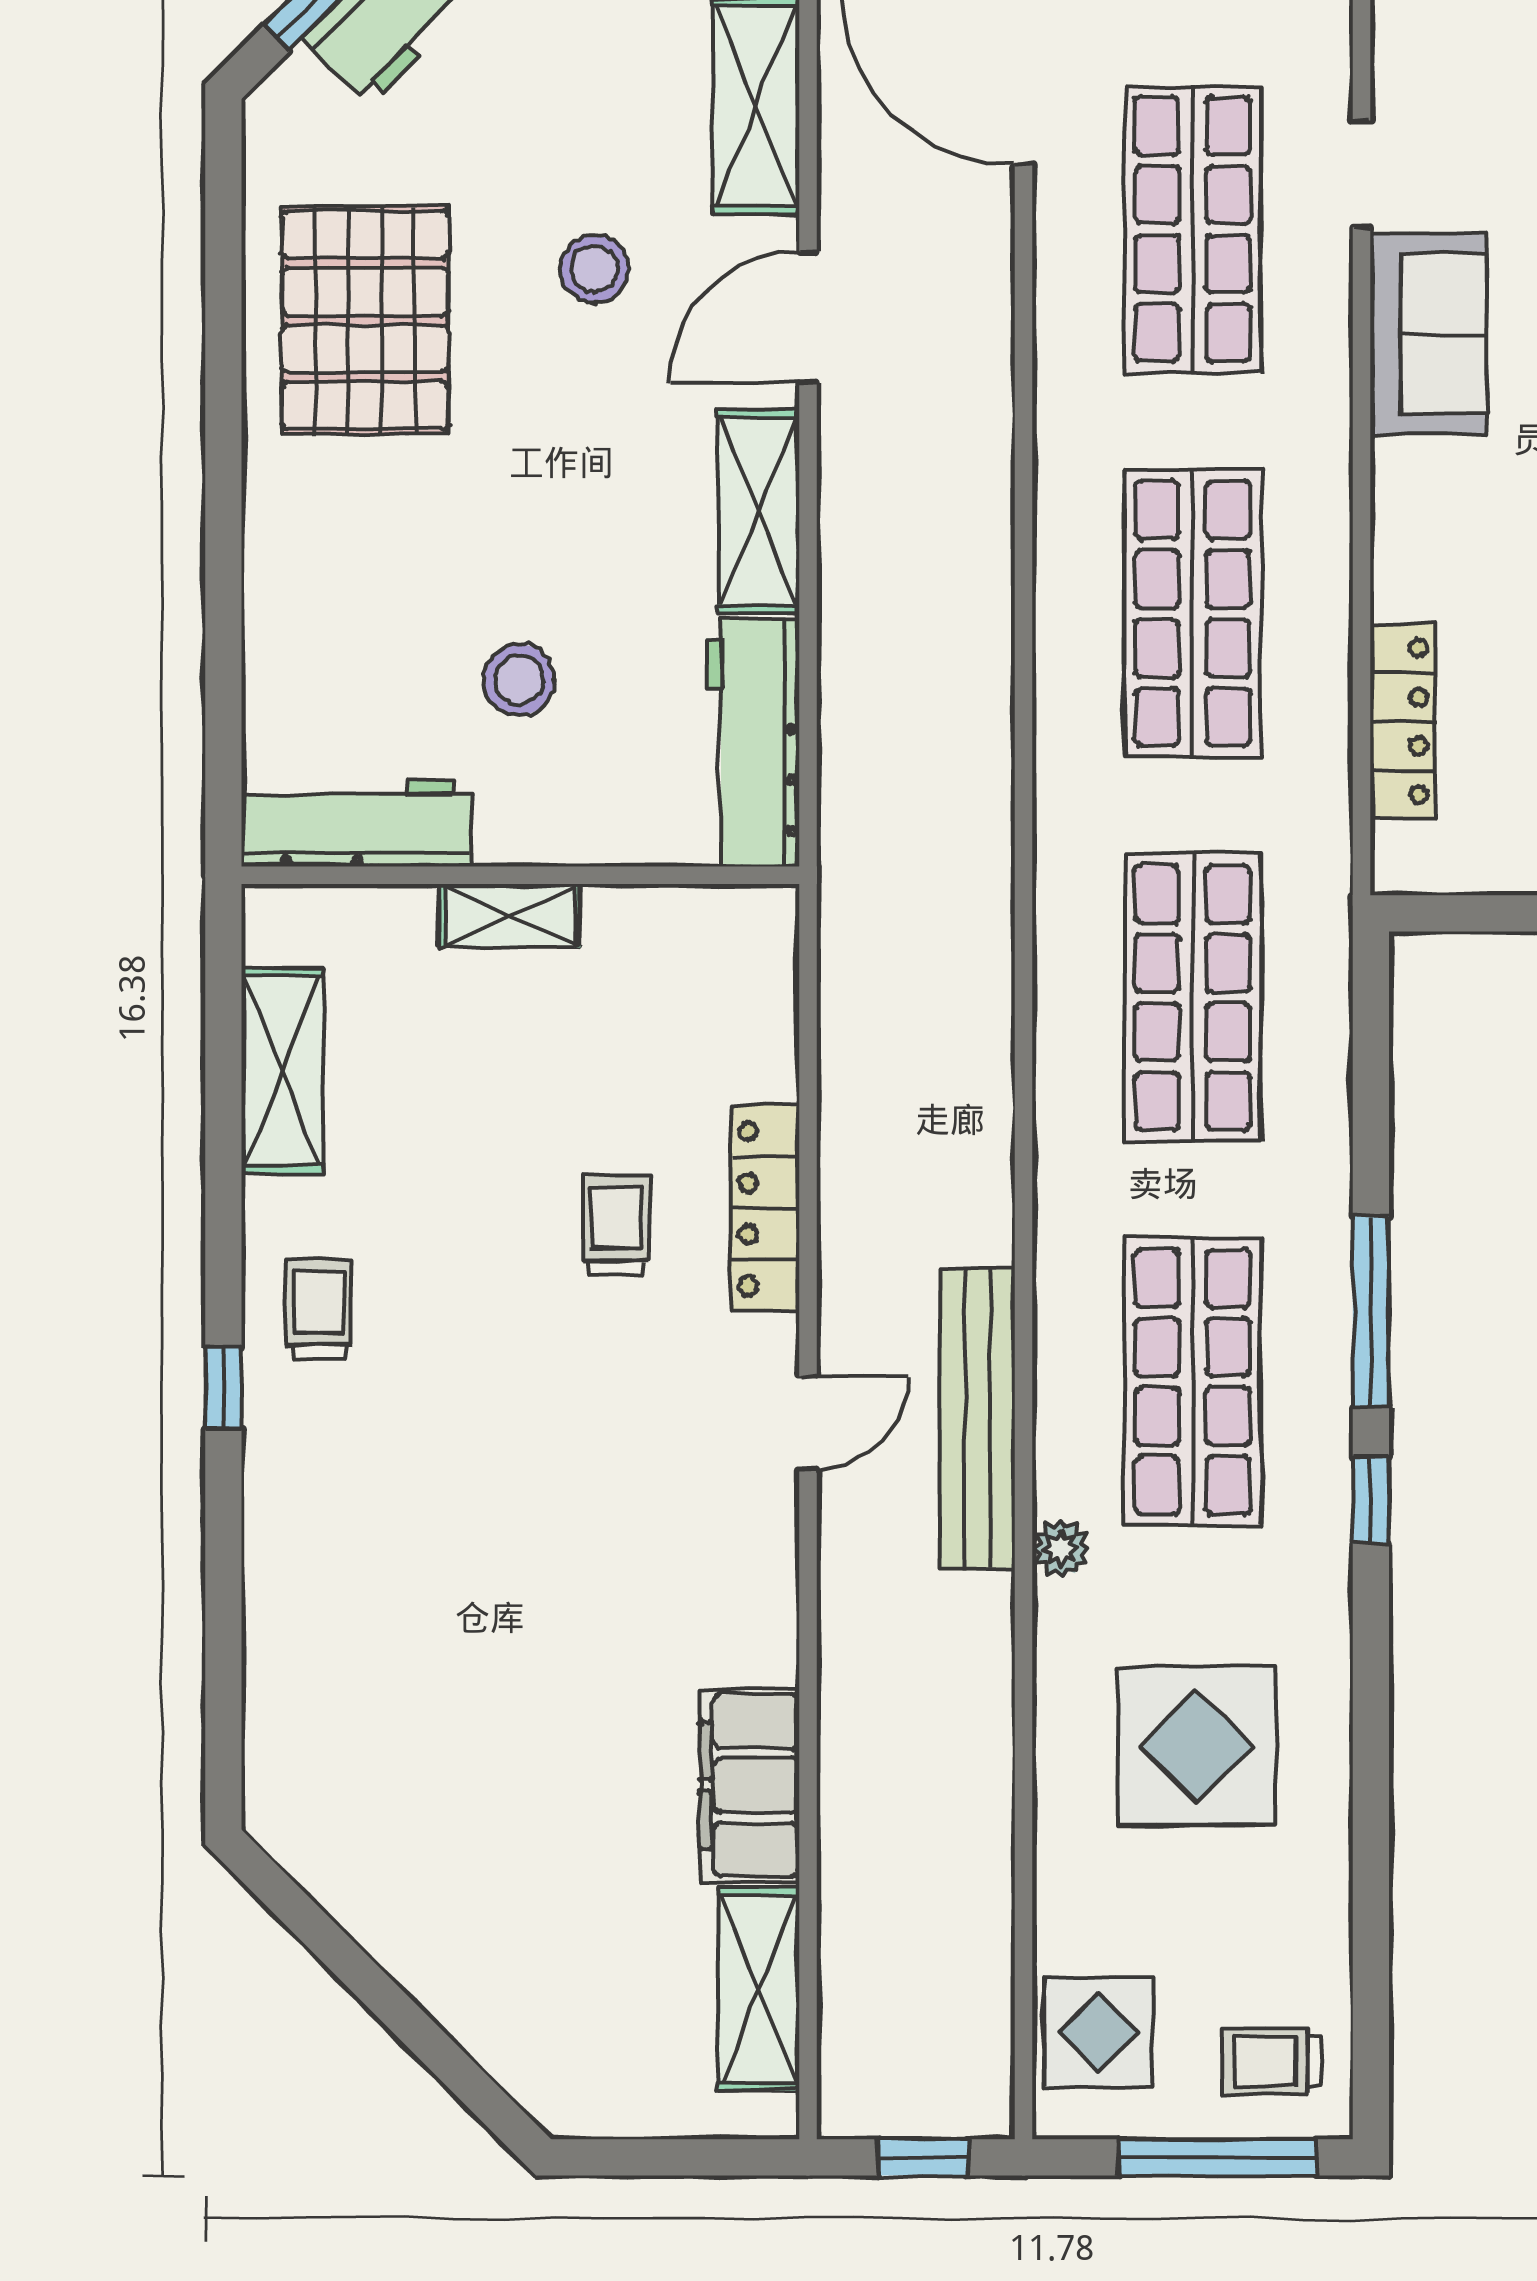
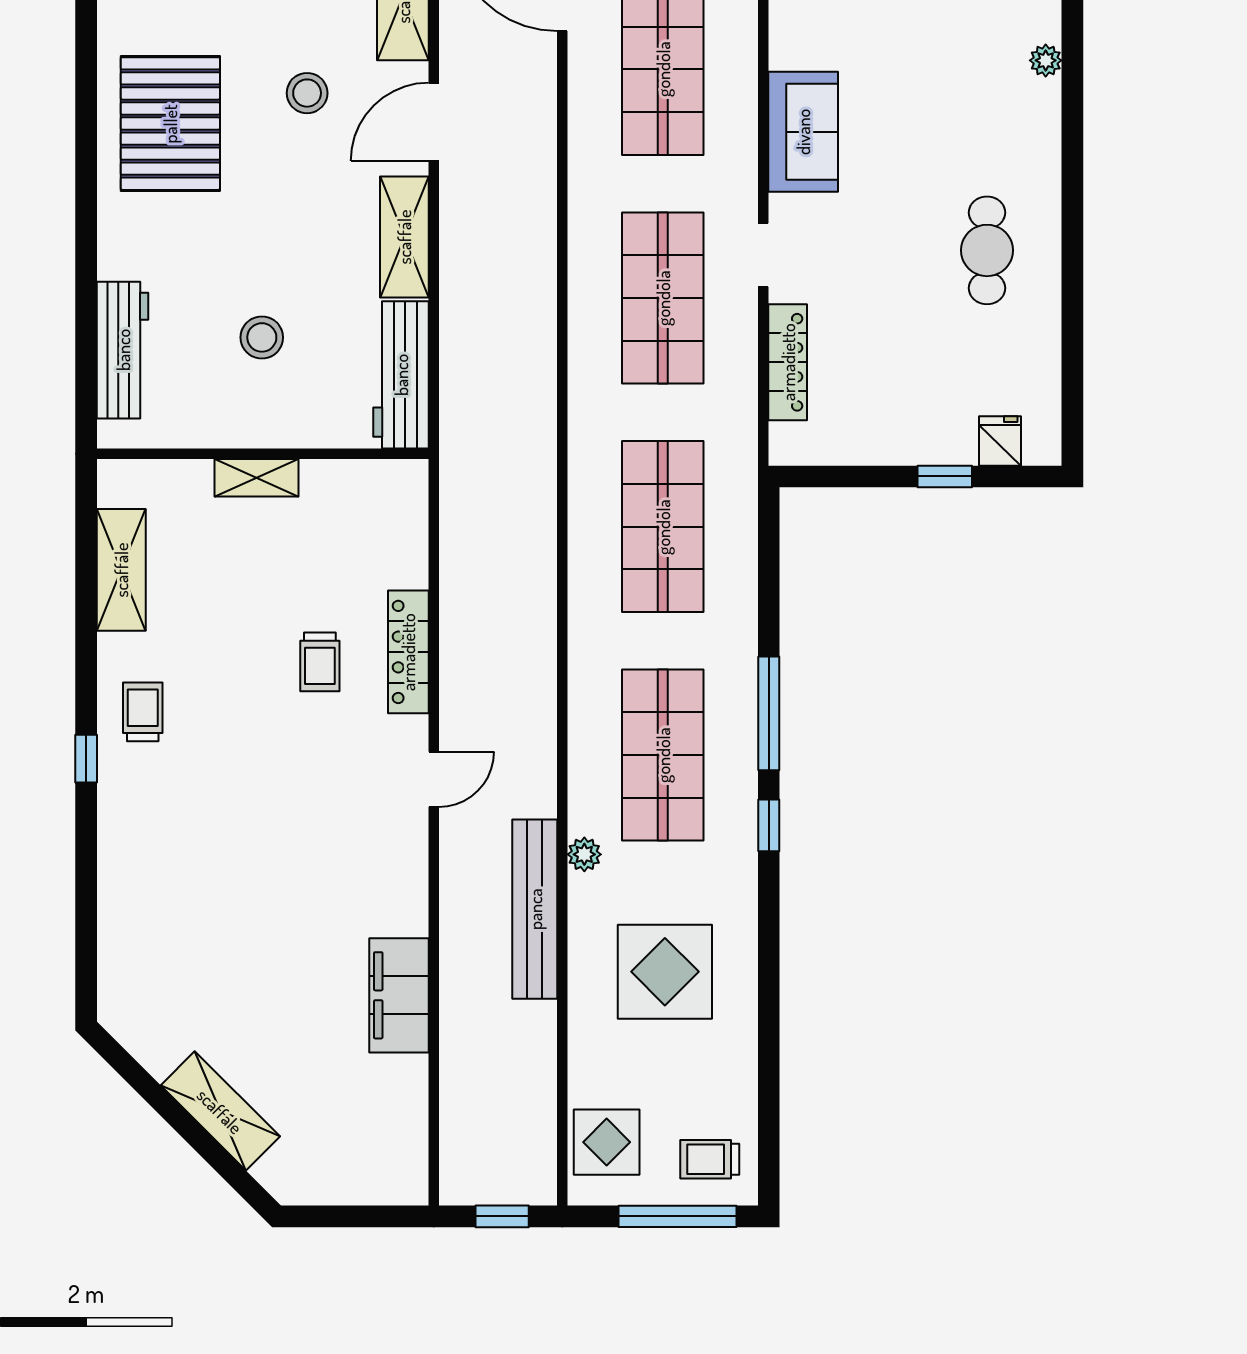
doorway: (1362, 174) -> (763, 255), moved
workbench: (356, 823) -> (123, 350), moved, turned 90
trolley: (616, 1225) -> (320, 662), turned 180
bench: (977, 1419) -> (535, 909), moved
shelving: (759, 1989) -> (220, 1111), moved, turned -45

